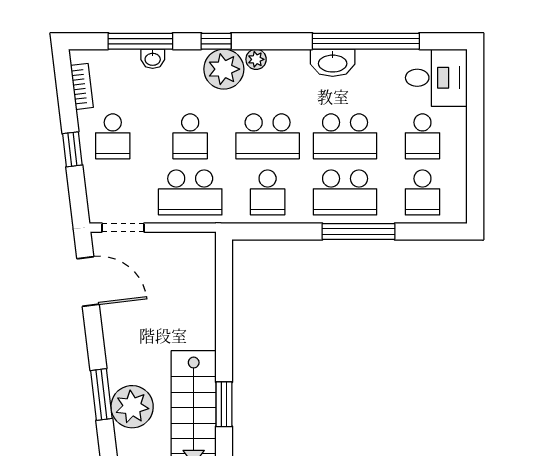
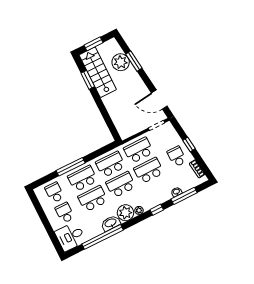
plant: (224, 69) -> (125, 213), moved
school desk: (190, 136) -> (149, 171), width x1.85
school desk: (268, 192) -> (111, 164), width x1.85

